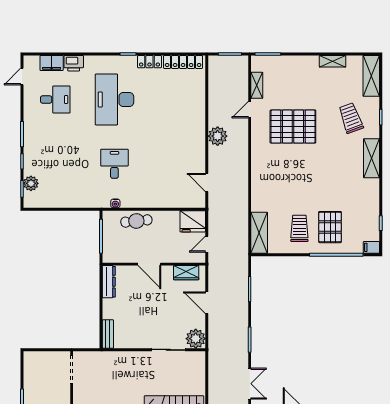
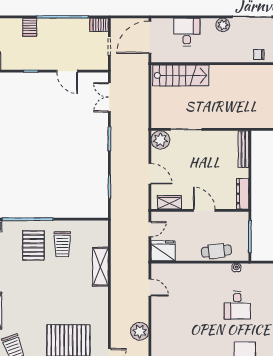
shelving: (259, 233) -> (100, 267), moved
bench: (108, 334) -> (243, 149), width x1.36

